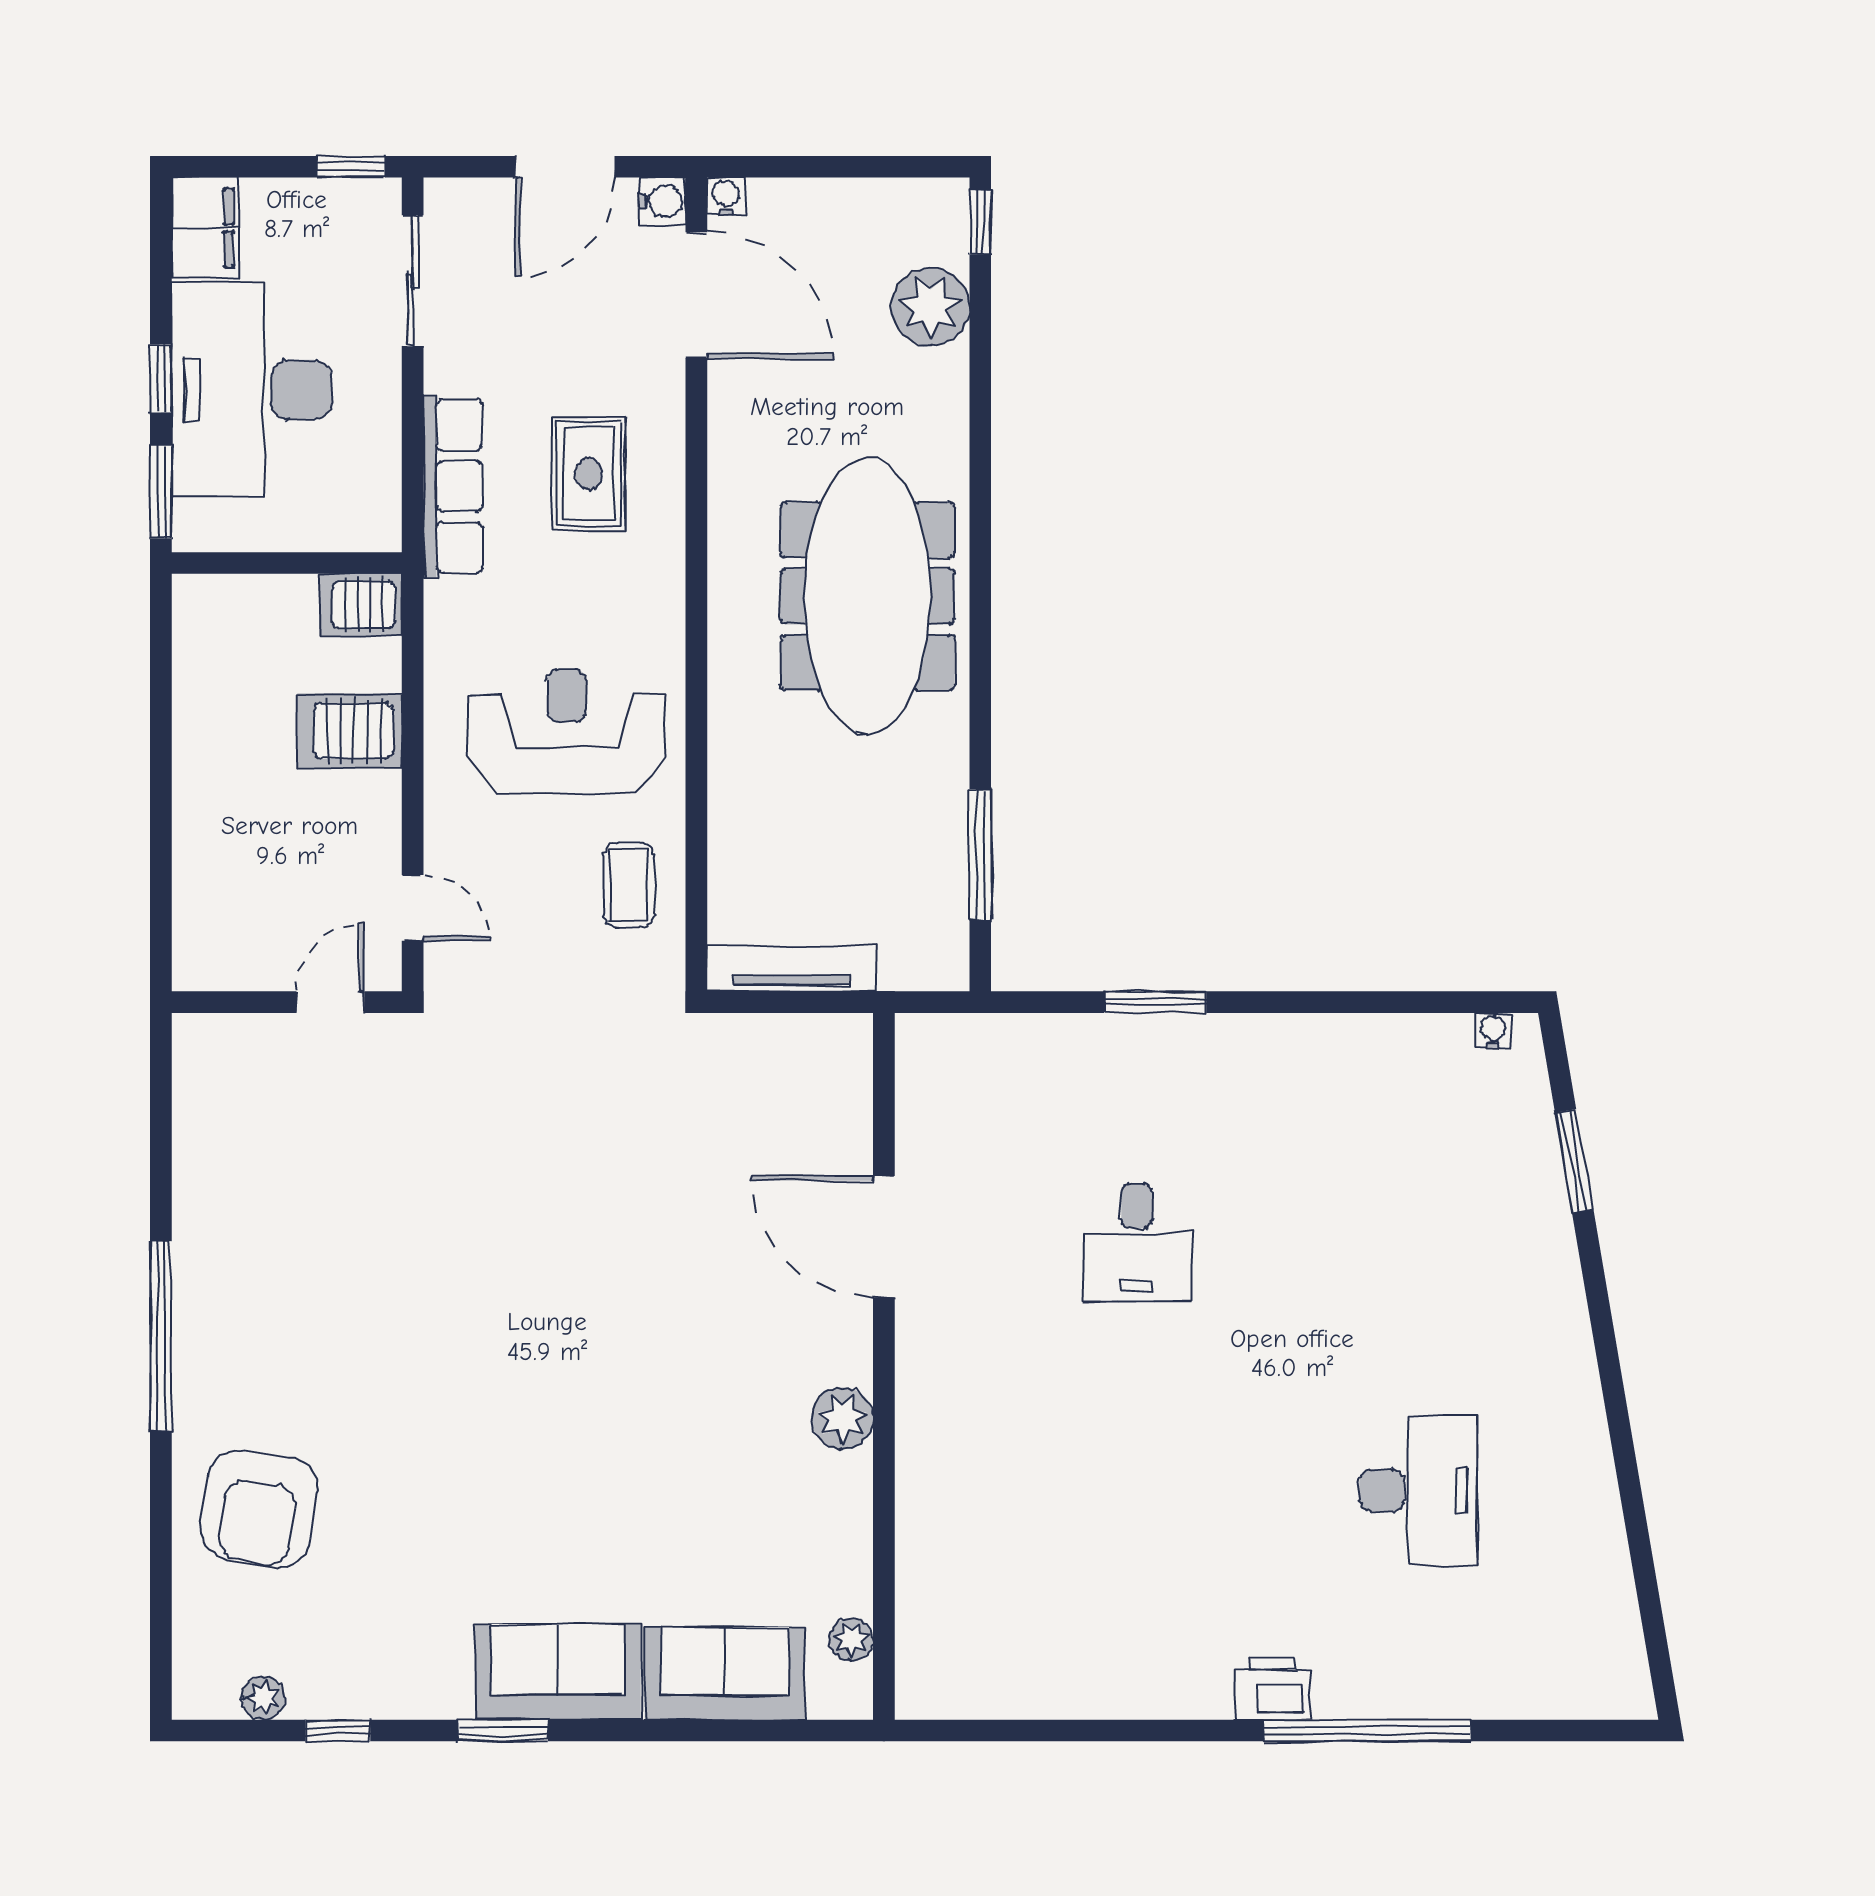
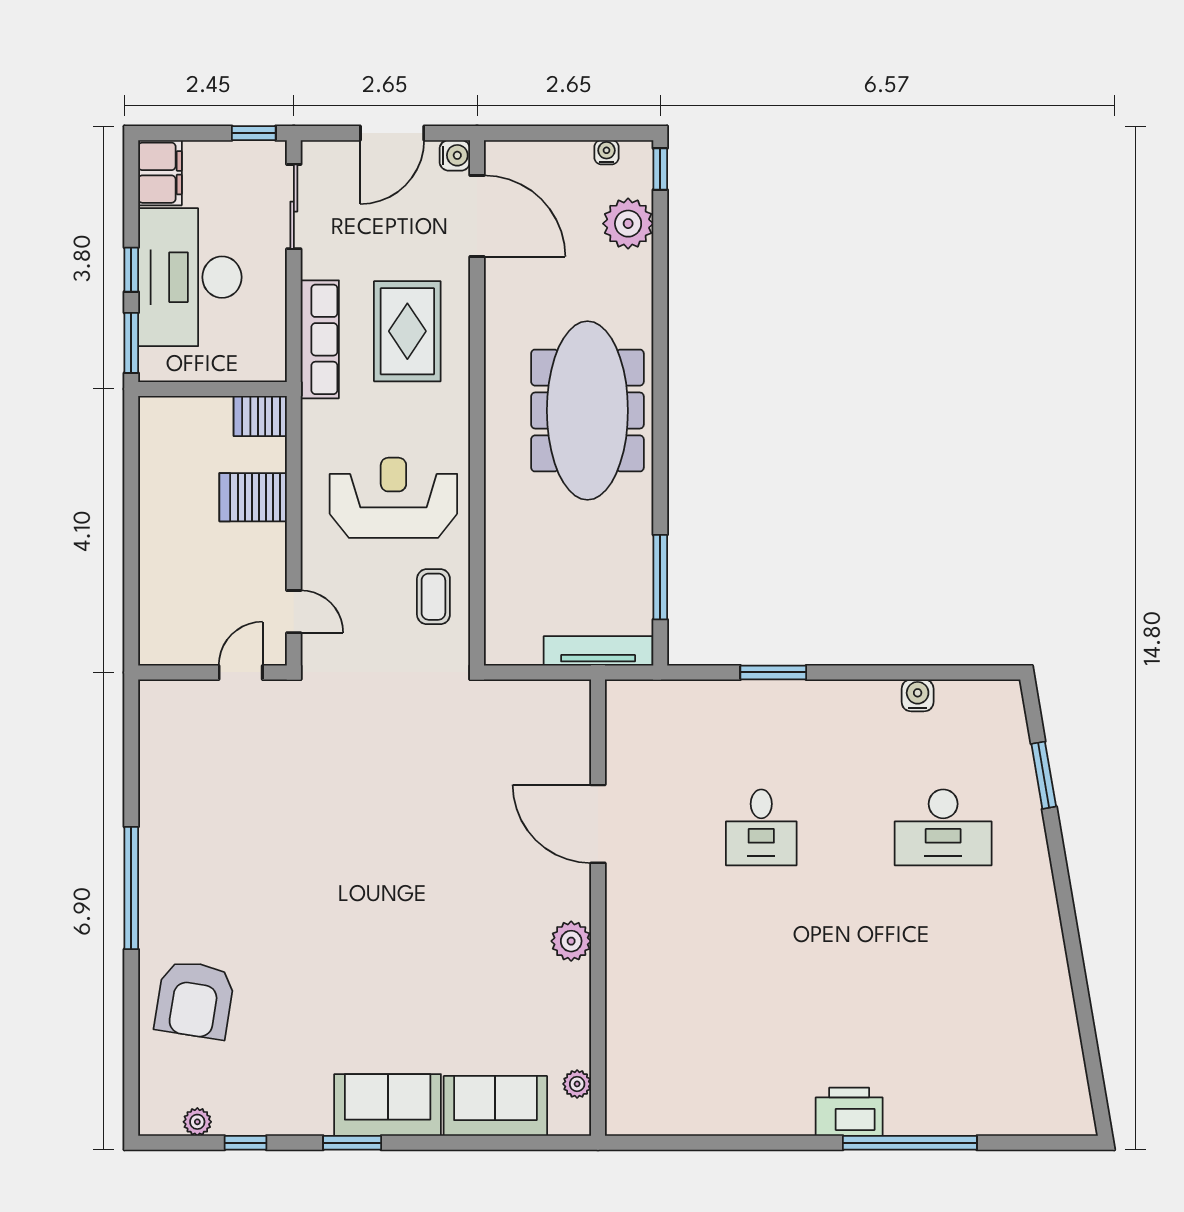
water cooler: (726, 196) -> (606, 152), moved
rug: (588, 474) -> (407, 331), width x1.36, depth x1.43
tv unit: (791, 969) -> (598, 651), moved
water cooler: (1493, 1031) -> (918, 695), moved, width x1.38, depth x1.38
desk: (1418, 1490) -> (943, 827), moved, turned 90
printer: (1273, 1689) -> (849, 1112), width x1.37, depth x1.19

